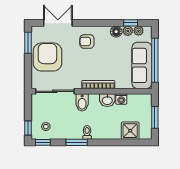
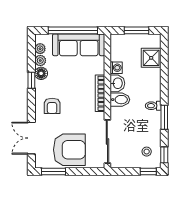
window: (131, 23) -> (31, 80), moved
armchair: (47, 57) -> (69, 150), turned 180
bidet: (82, 102) -> (120, 100), moved

